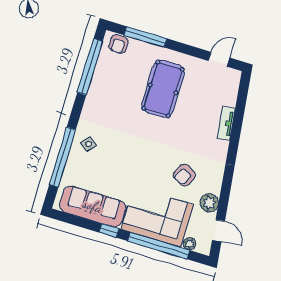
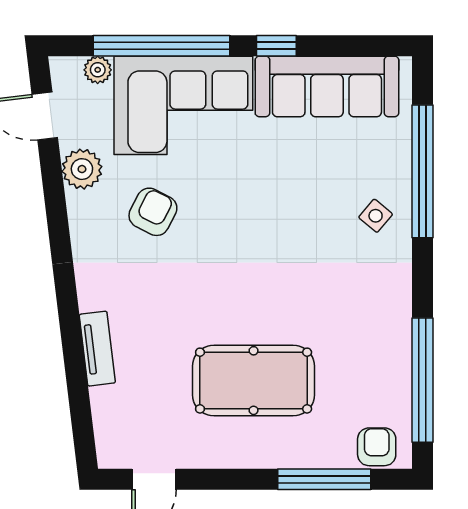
pool table: (163, 89) -> (254, 381), turned 90

